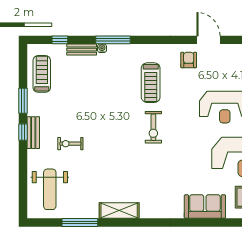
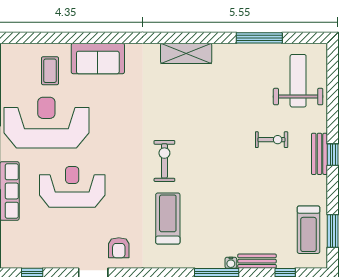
window: (23, 101) -> (333, 231), moved
shelving: (119, 211) -> (186, 53), moved

